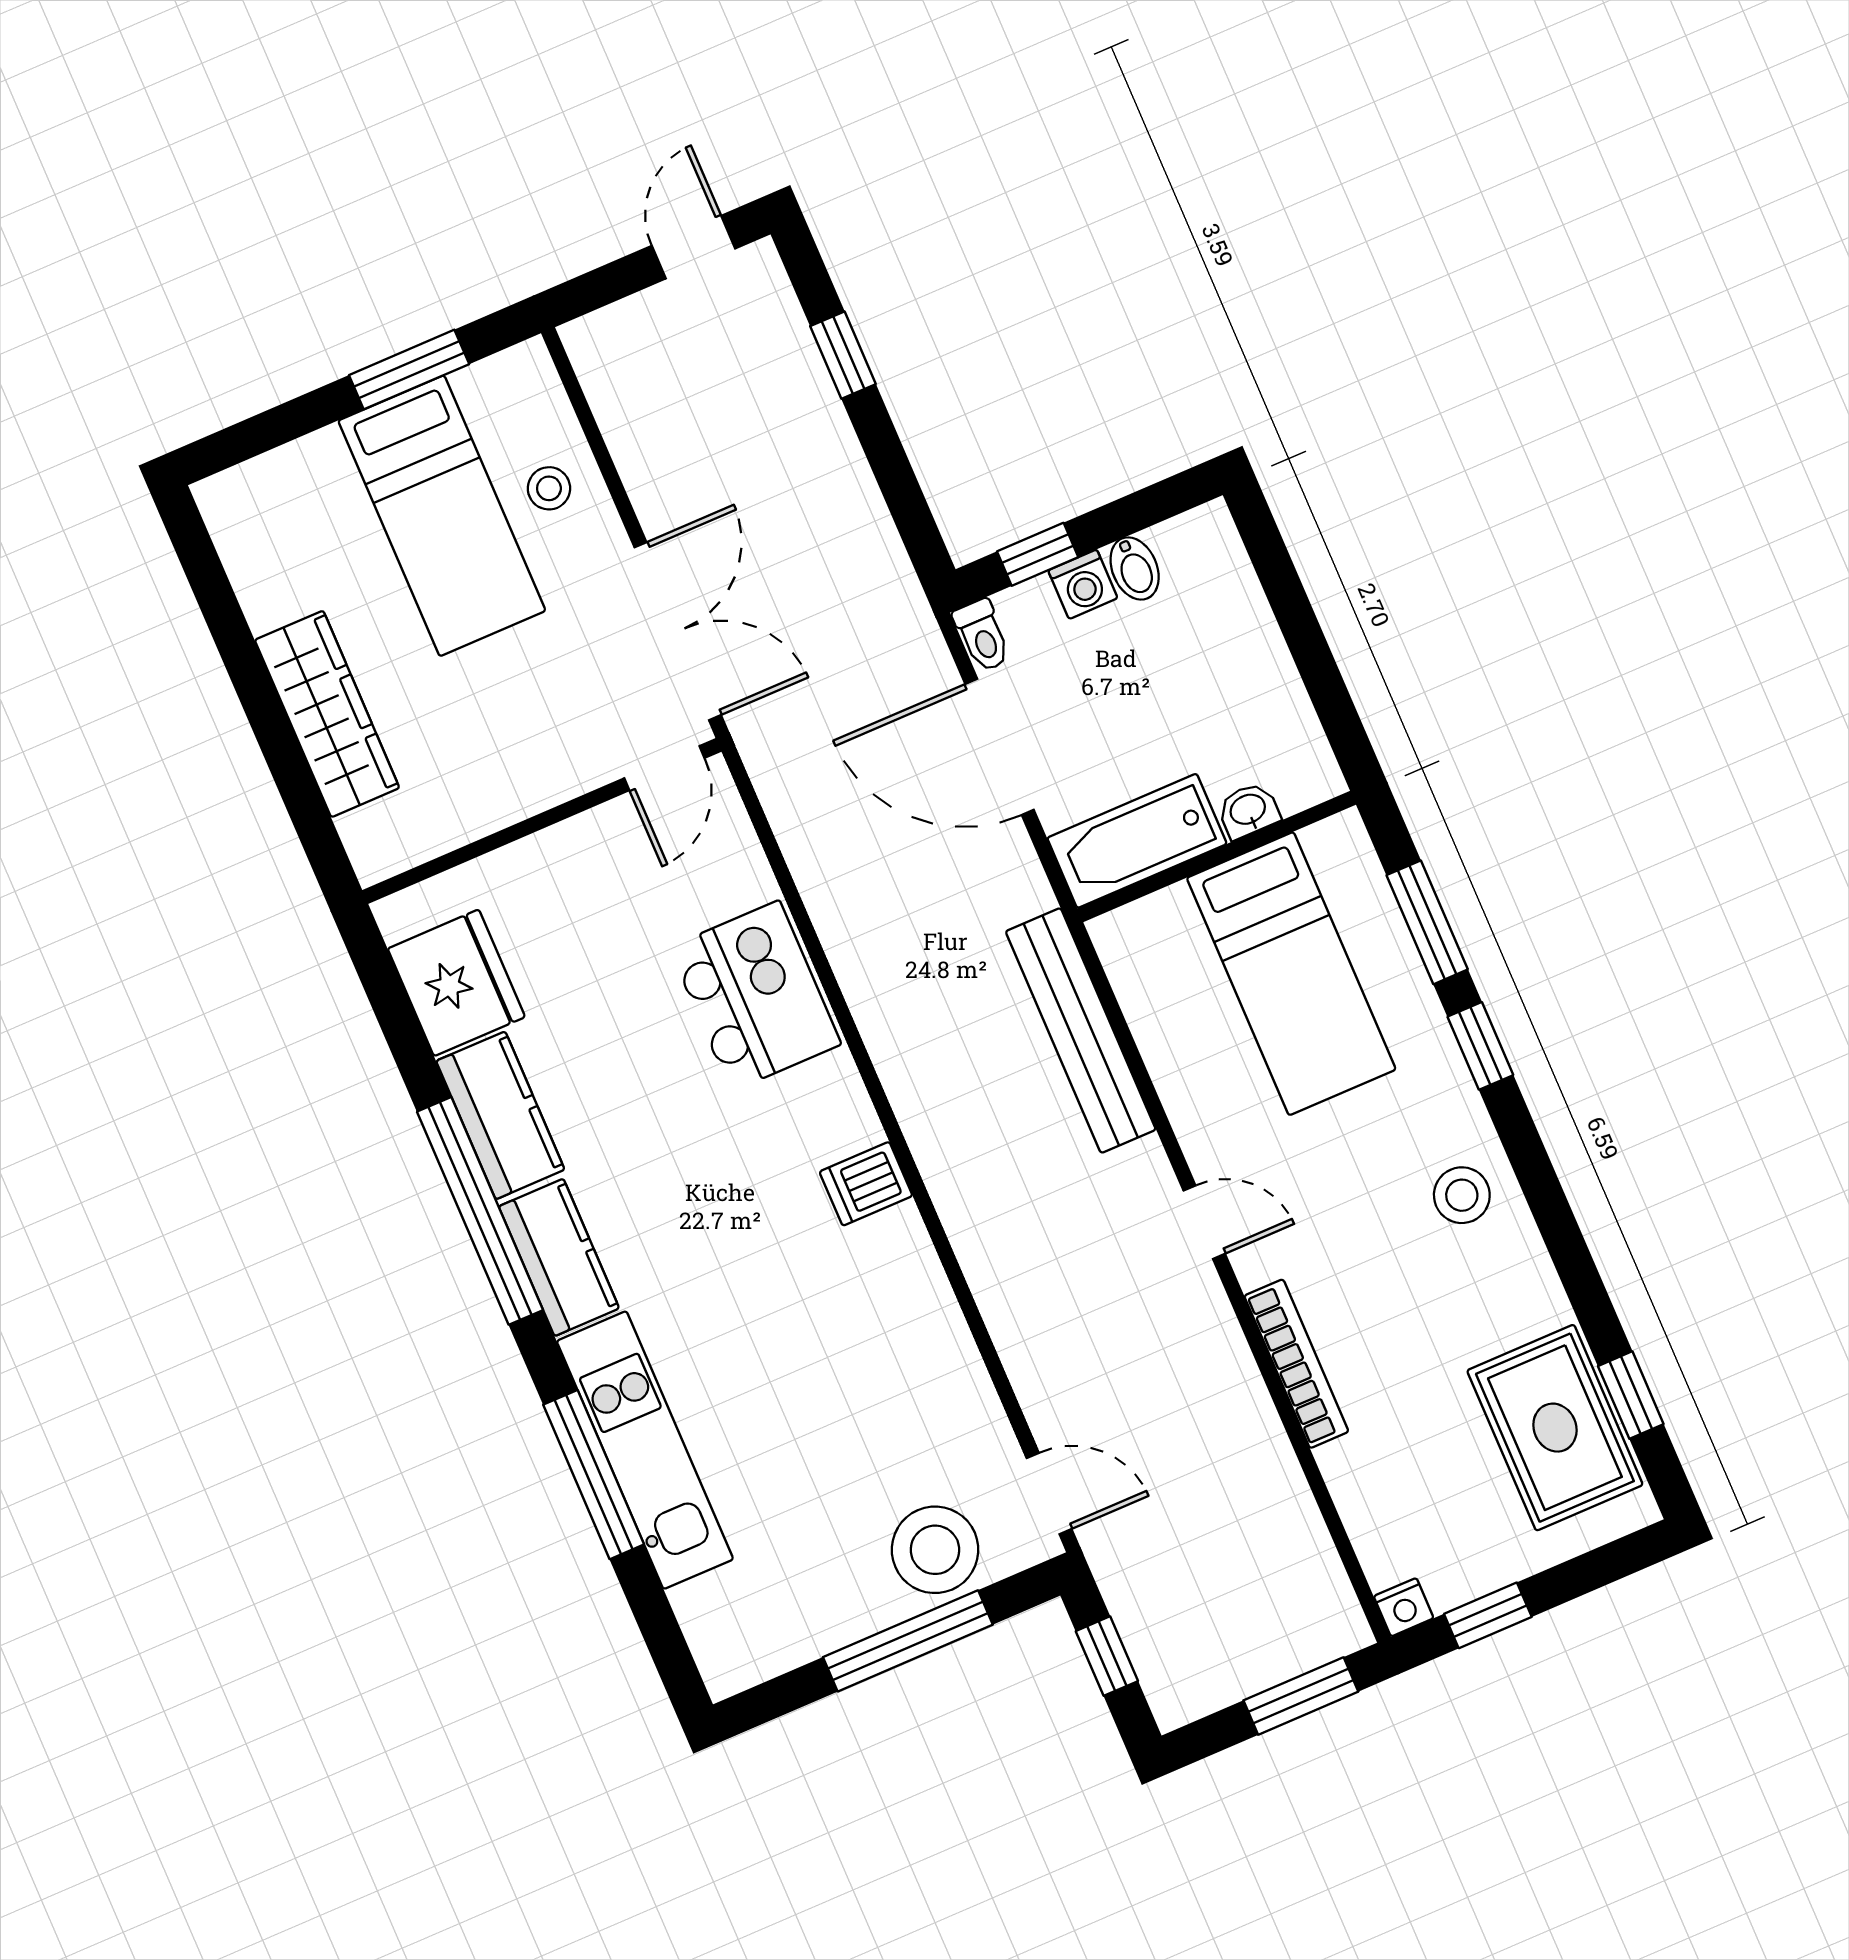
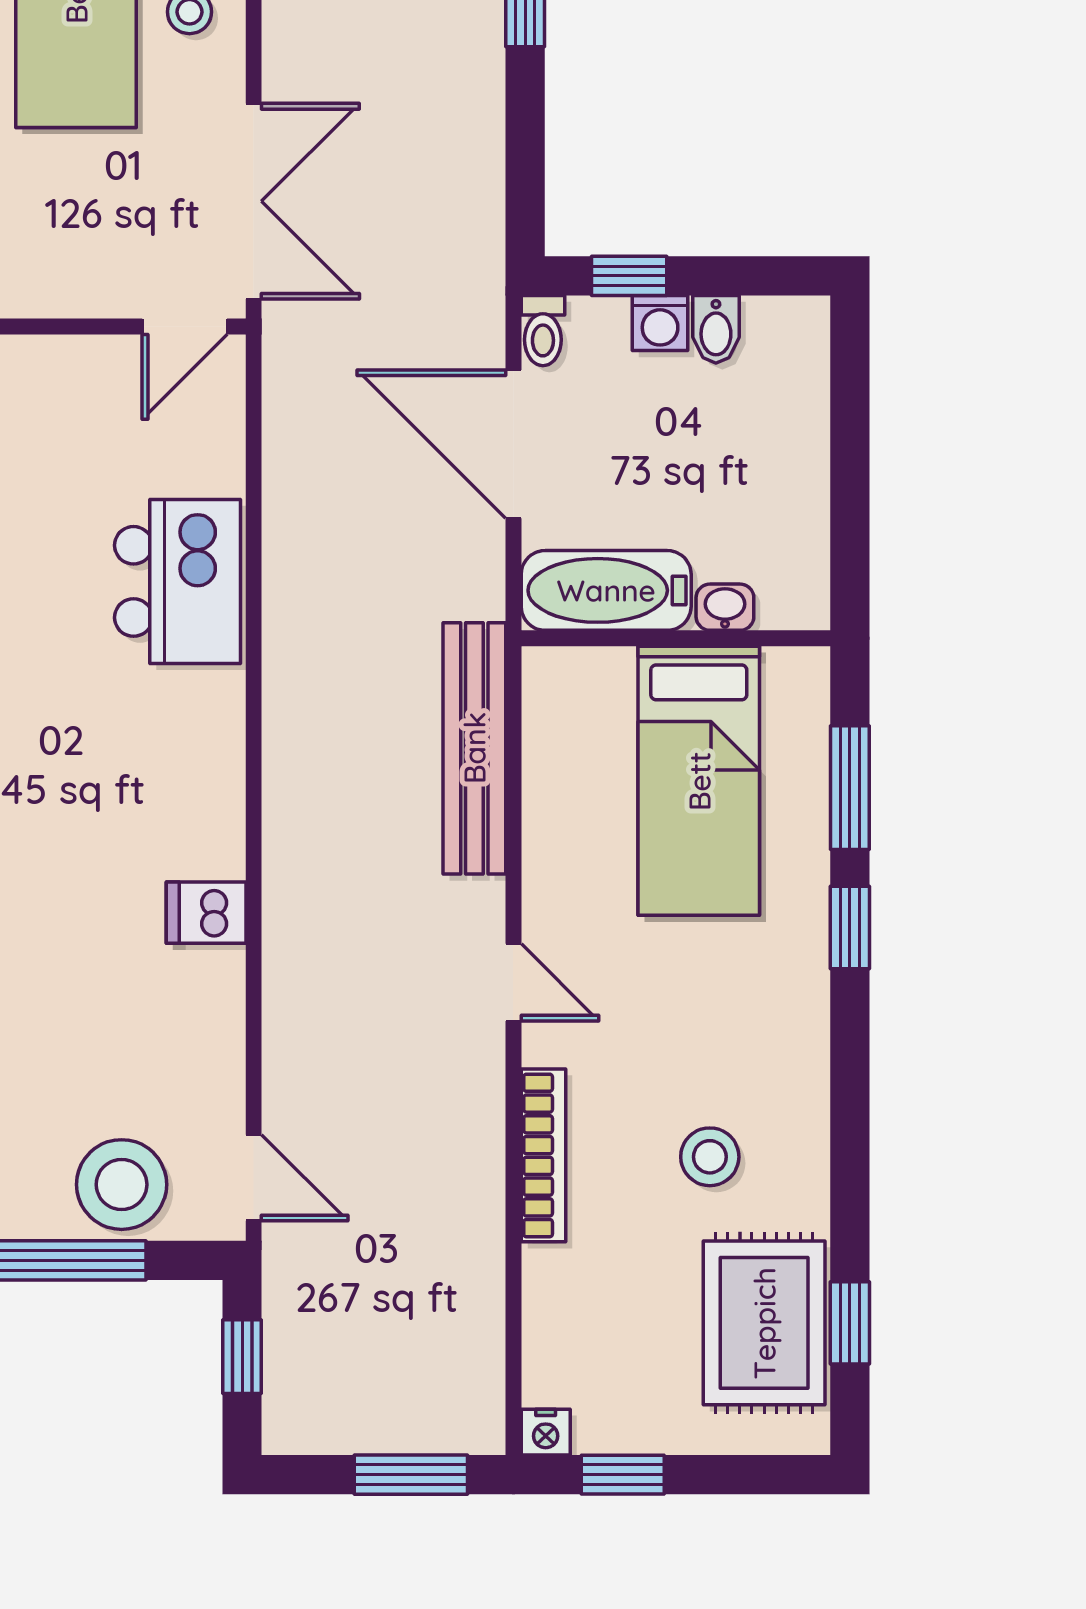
dishwasher: (866, 1184) -> (206, 913), moved
stool: (1462, 1195) -> (710, 1157), moved

